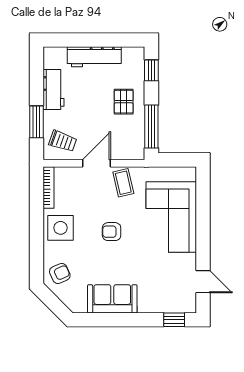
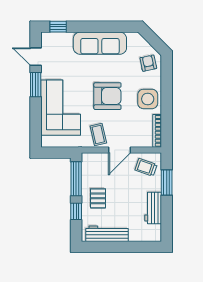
workbench: (94, 57) -> (107, 234), moved
window: (151, 70) -> (76, 211), moved
armchair: (112, 232) -> (107, 96), width x1.88, depth x1.88
window: (203, 246) -> (36, 85), added
armchair: (60, 274) -> (148, 63), turned 102
sofa: (112, 299) -> (100, 43), width x1.36

